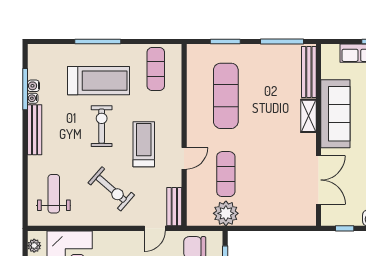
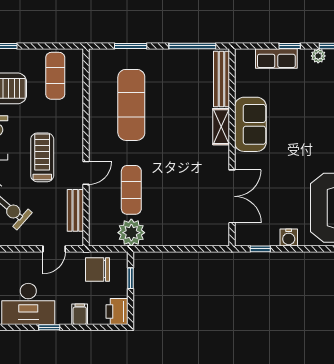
sofa: (335, 114) -> (250, 124), width x0.73
bench: (174, 207) -> (75, 210), moved

